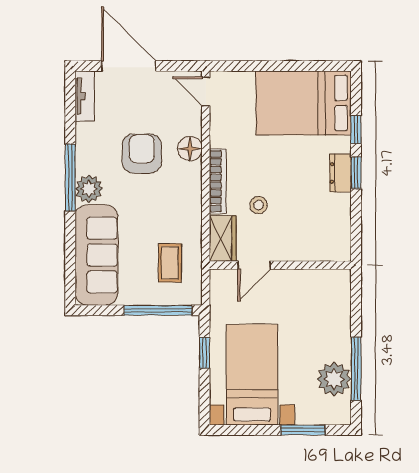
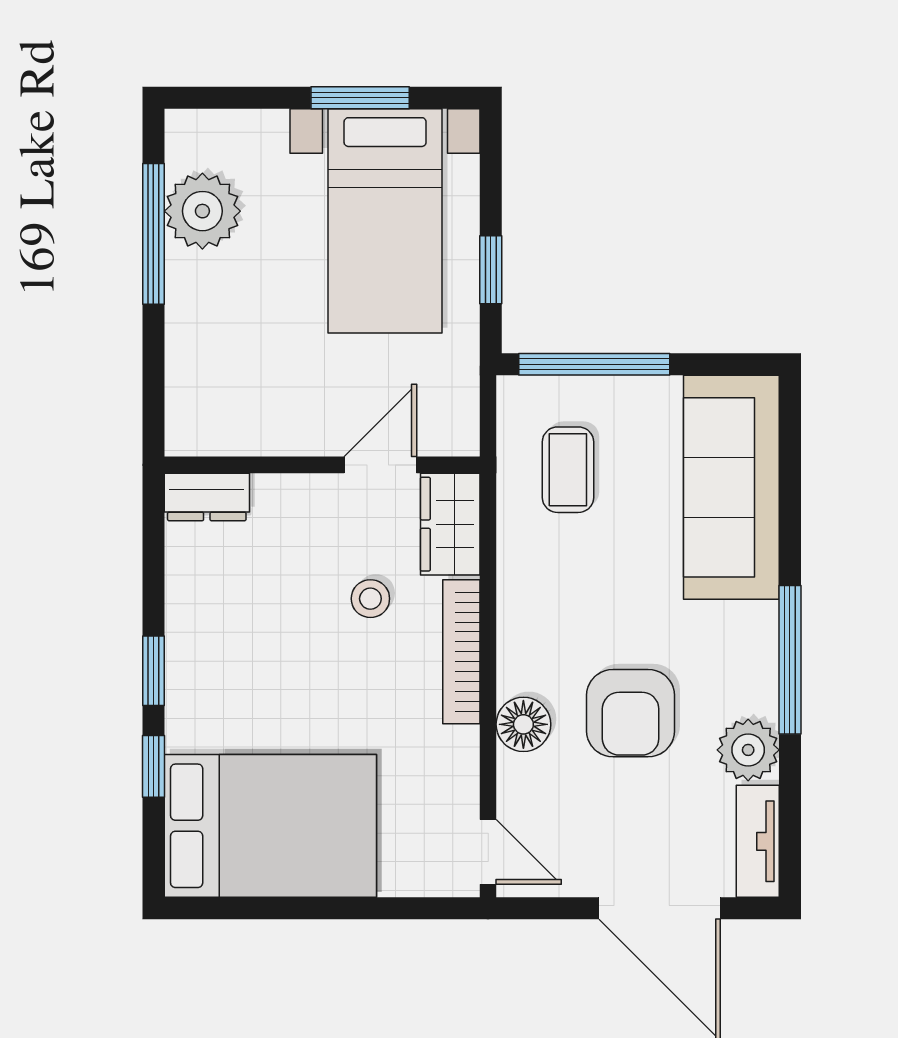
dresser: (340, 173) -> (207, 497), moved, turned 90
plant: (89, 189) -> (748, 750), moved
window: (303, 430) -> (360, 98), moved

